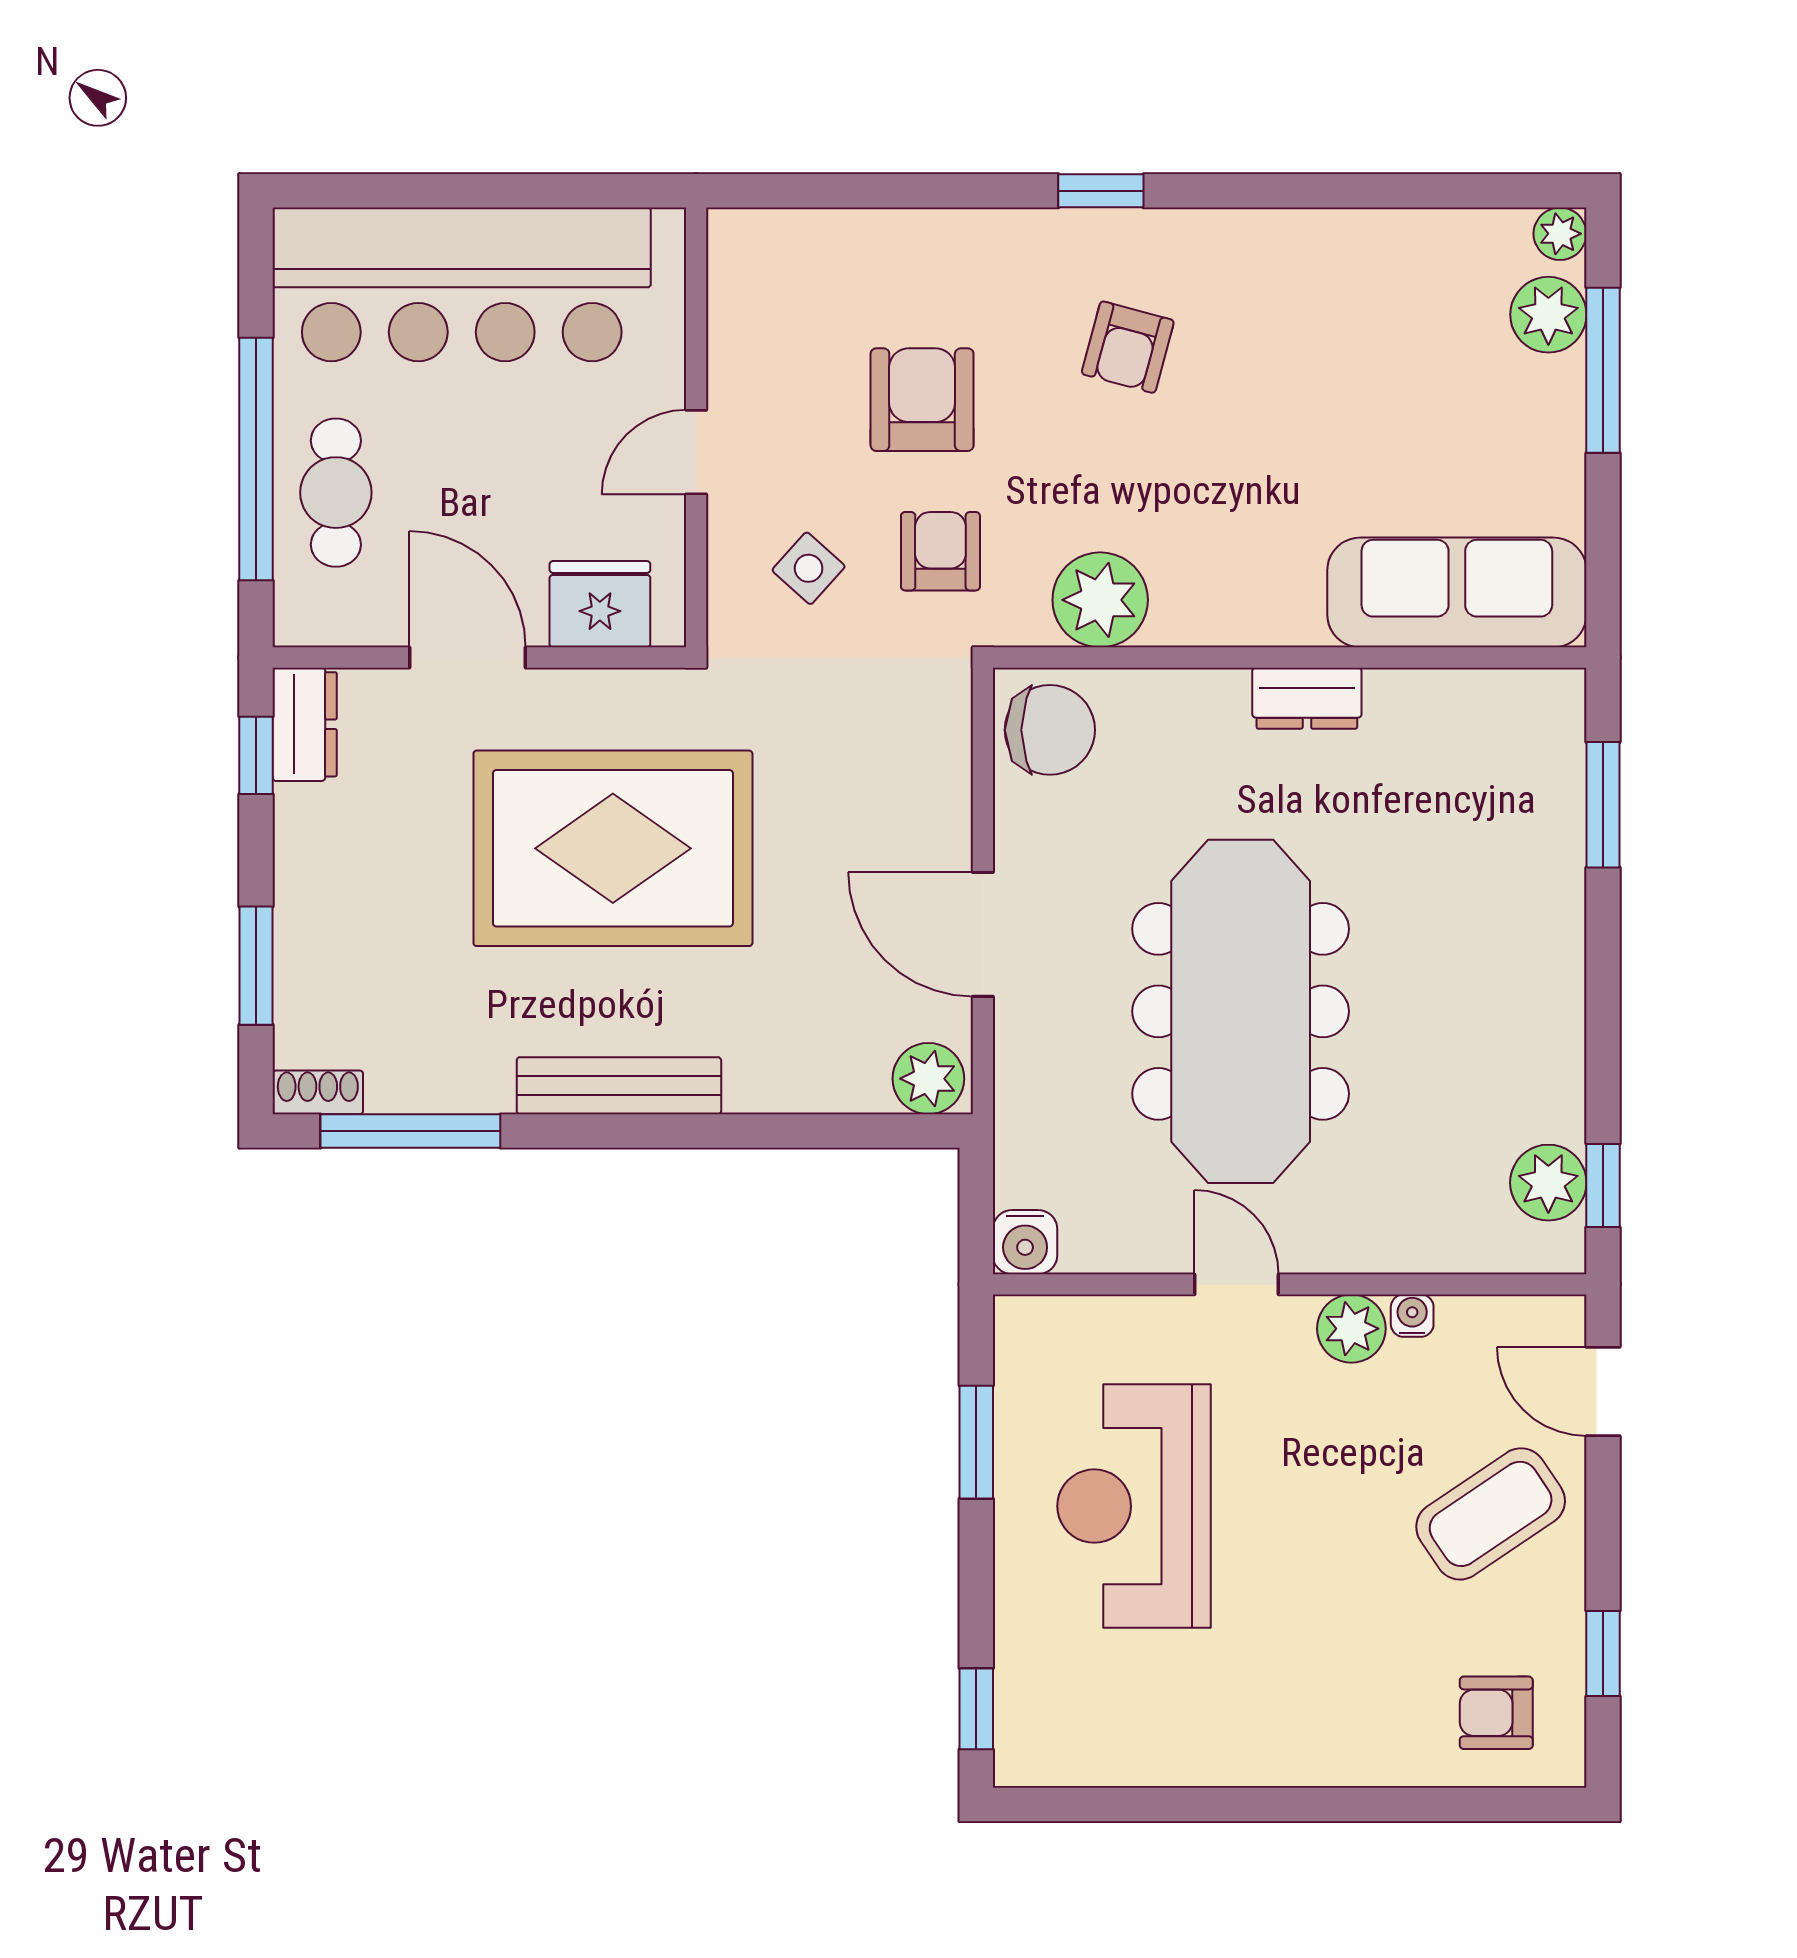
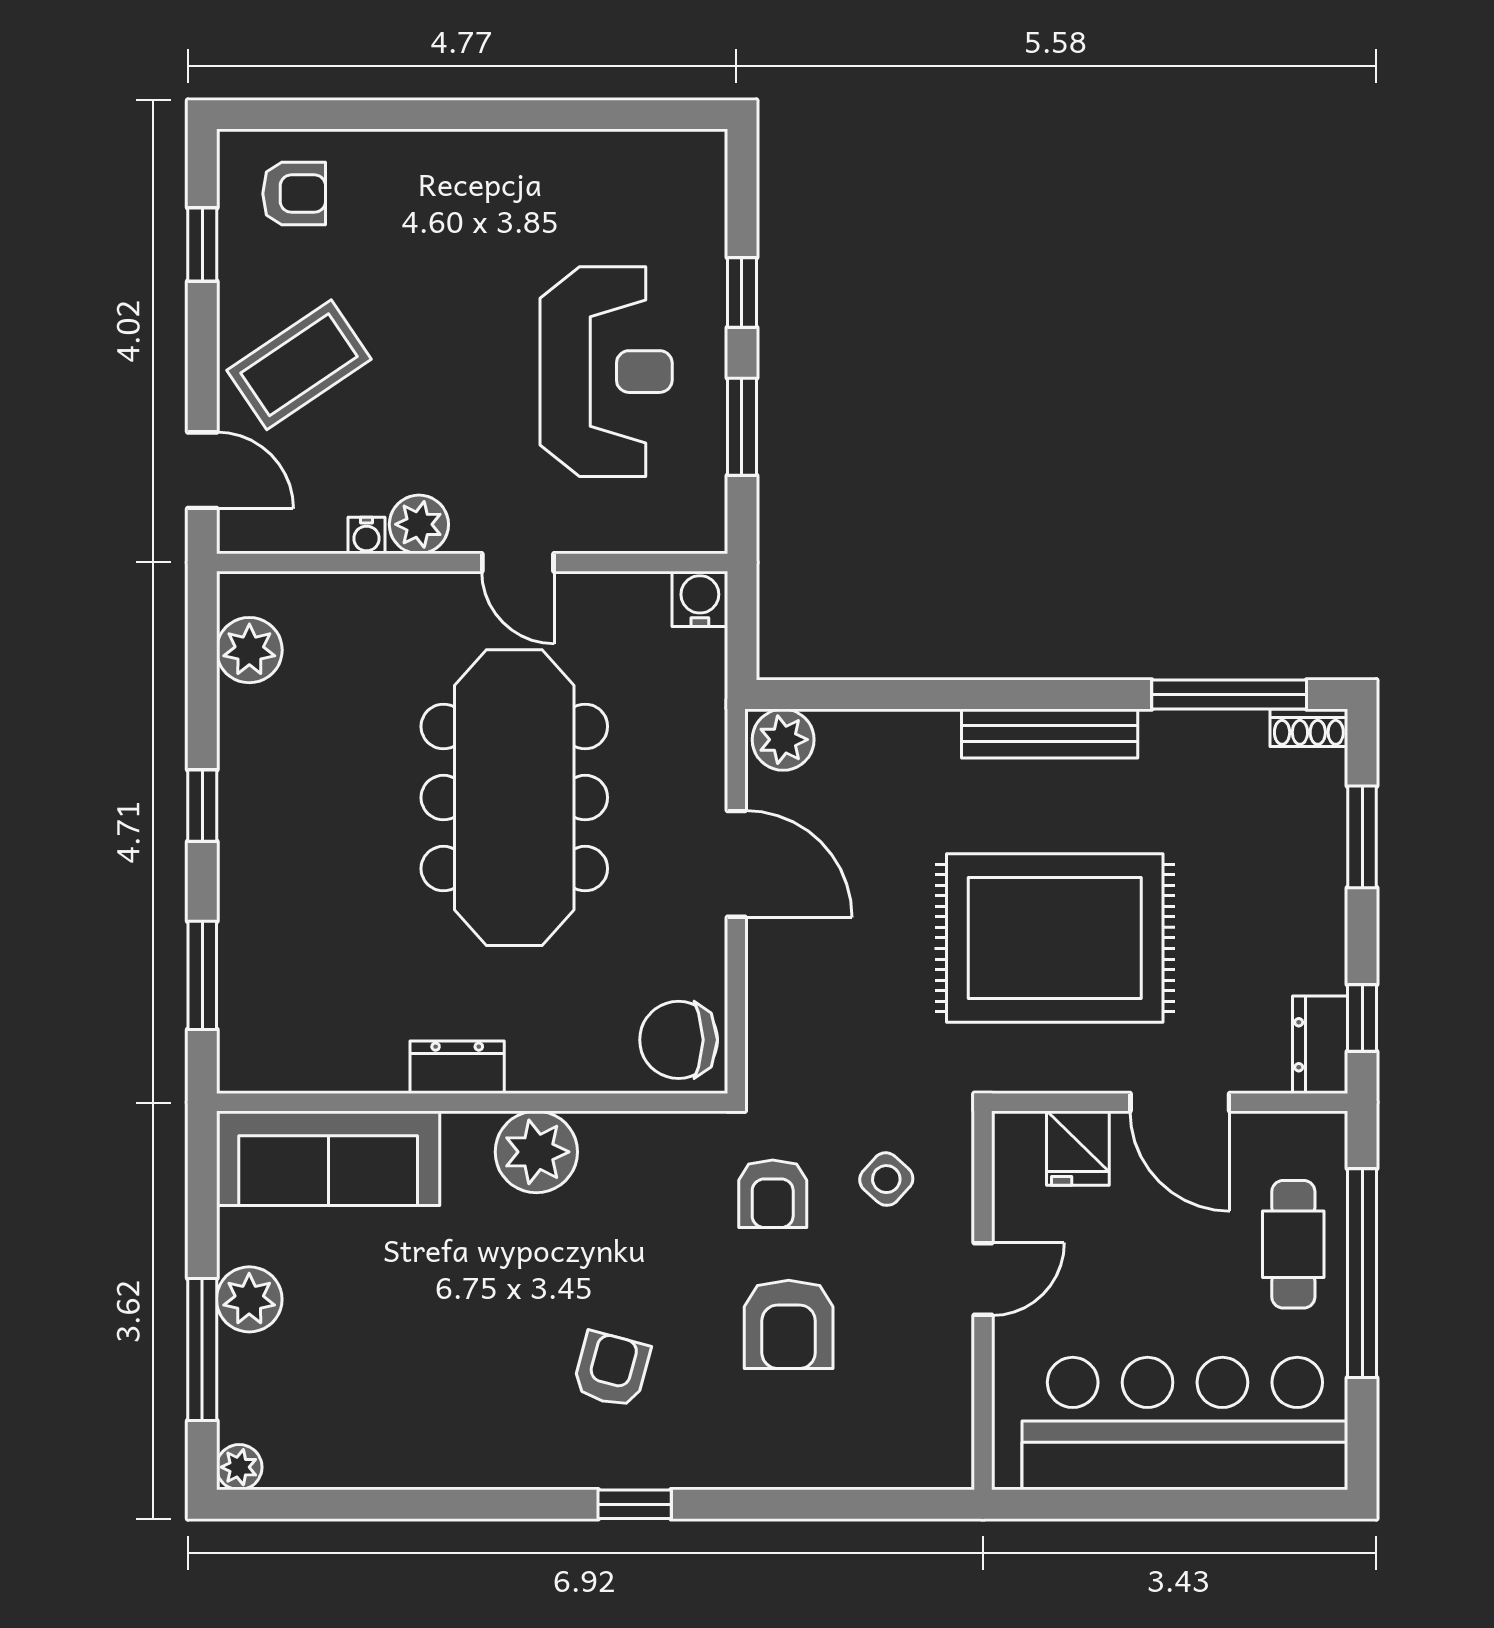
plant: (1548, 315) -> (249, 1299), moved
plant: (1100, 600) -> (536, 1152), moved
fridge: (600, 604) -> (1078, 1148), width x0.72
window: (1603, 1186) -> (202, 806), moved
window: (976, 1709) -> (742, 293), moved

